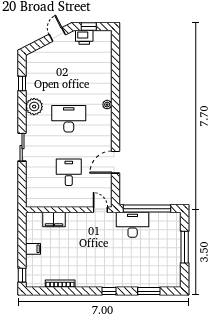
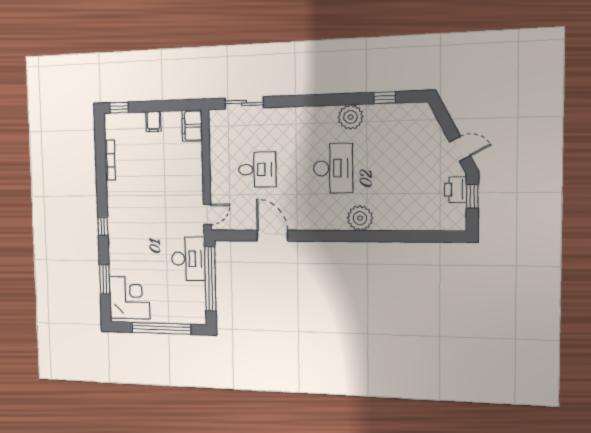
plant: (107, 105) -> (360, 218), width x1.88, depth x1.88
sliding door: (22, 147) -> (244, 103), moved
filing cabinet: (54, 220) -> (192, 126), moved
window: (185, 247) -> (161, 328), width x1.46
corner desk: (162, 272) -> (129, 298), added

